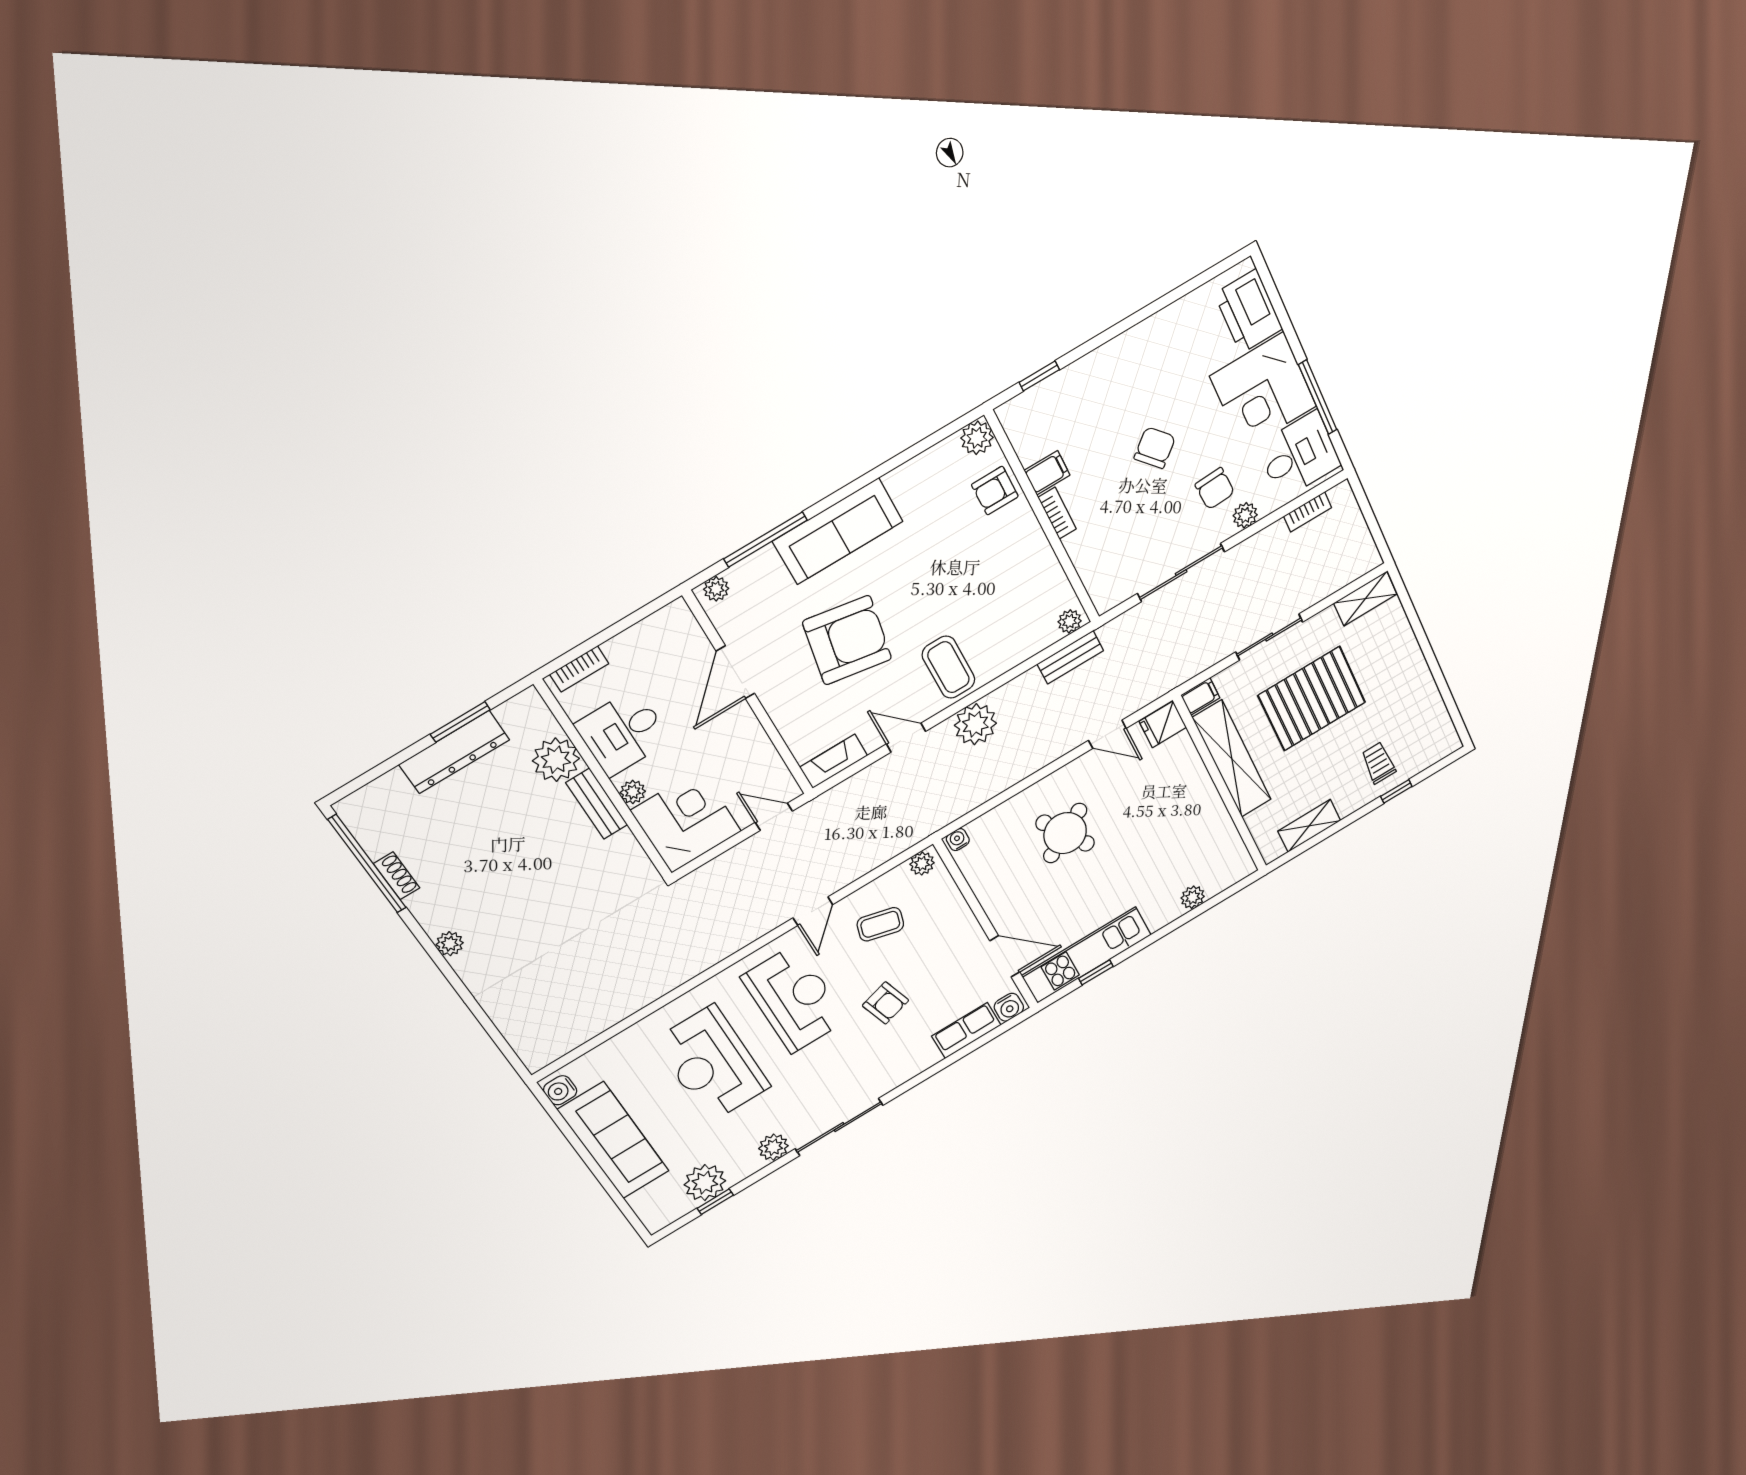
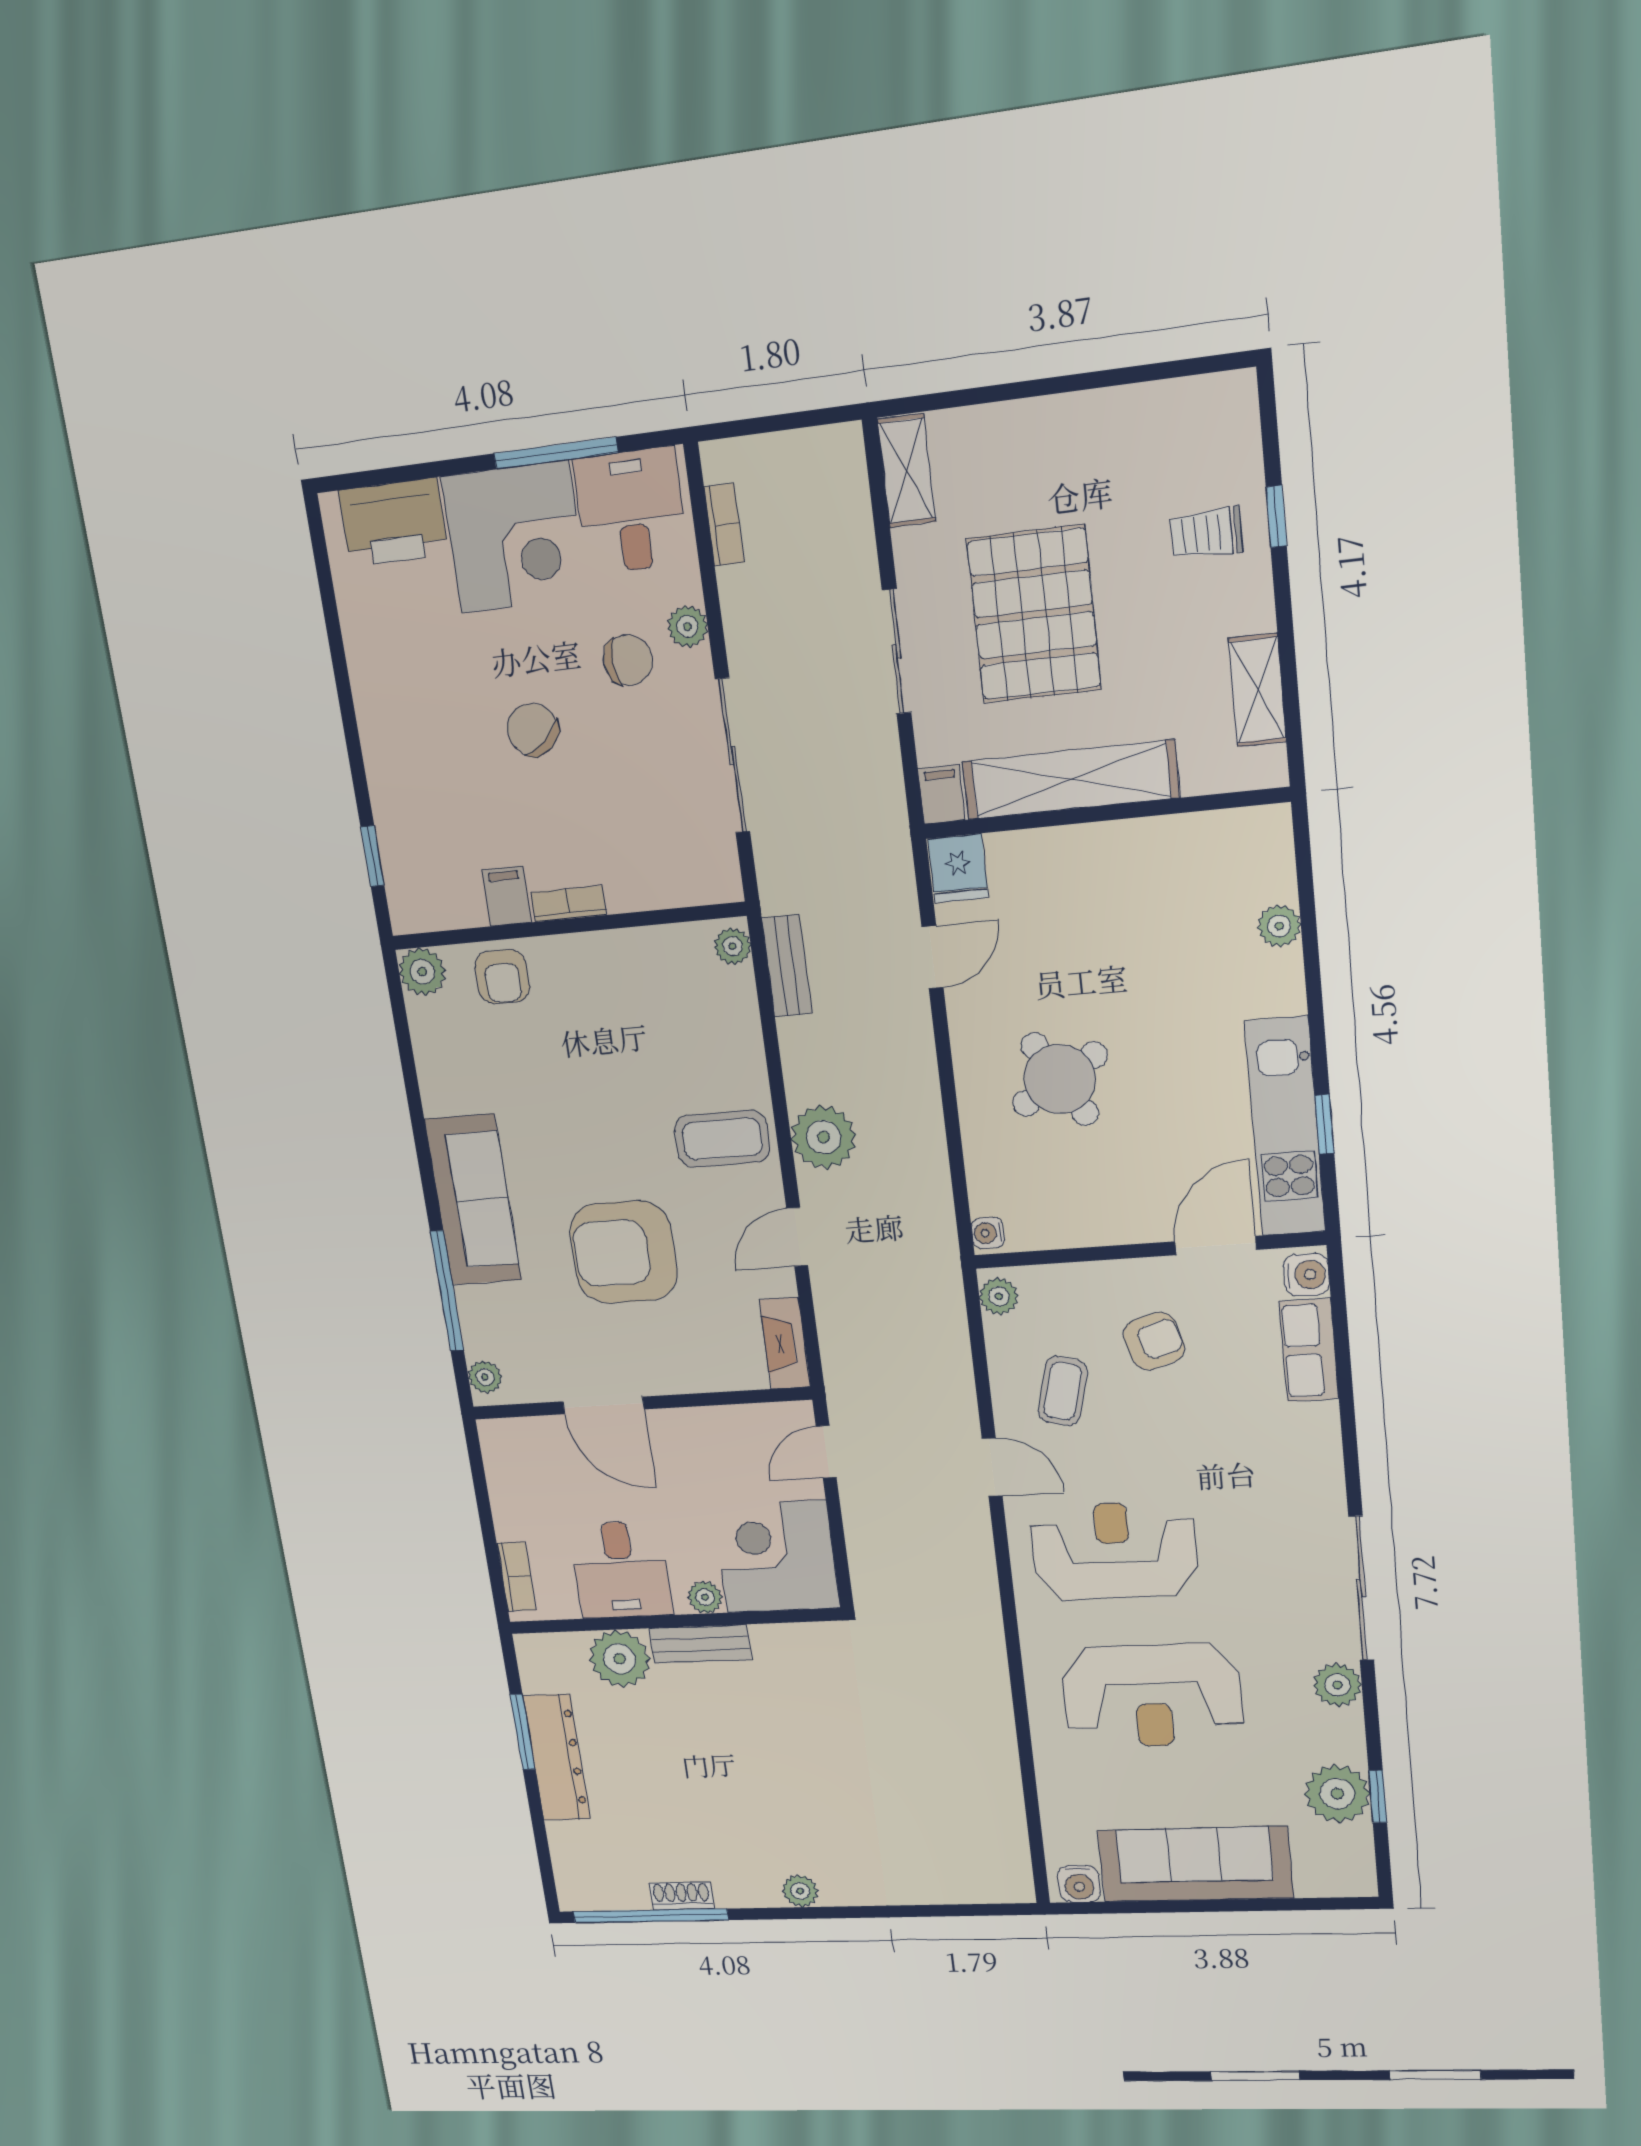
armchair: (847, 640) -> (624, 1252), turned -100
armchair: (886, 1003) -> (1154, 1341), moved

